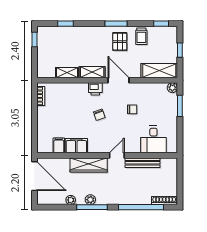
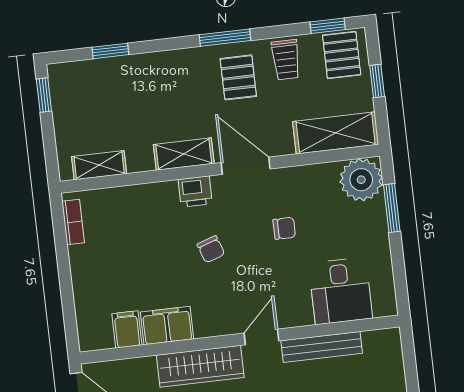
pallet: (166, 37) -> (342, 55), added
shelving: (67, 73) -> (99, 165), moved
plant: (172, 88) -> (361, 180), width x1.88, depth x1.88

